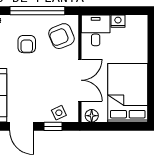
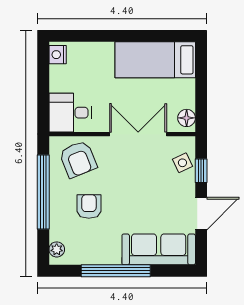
nightstand: (118, 21) -> (58, 55), moved
armchair: (27, 44) -> (89, 207), turned -90
bed: (128, 93) -> (155, 60), width x0.67

